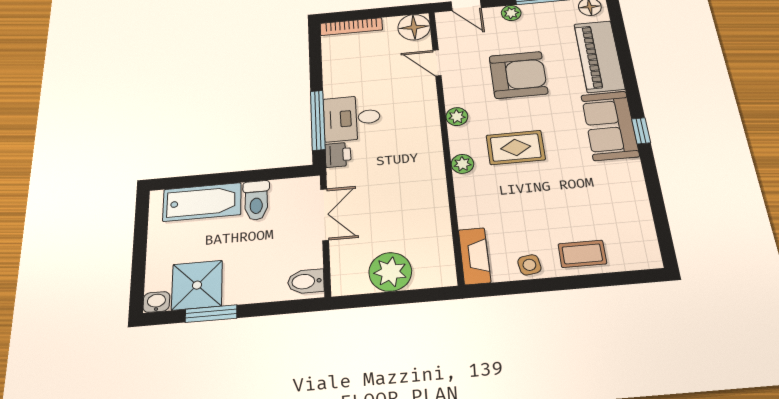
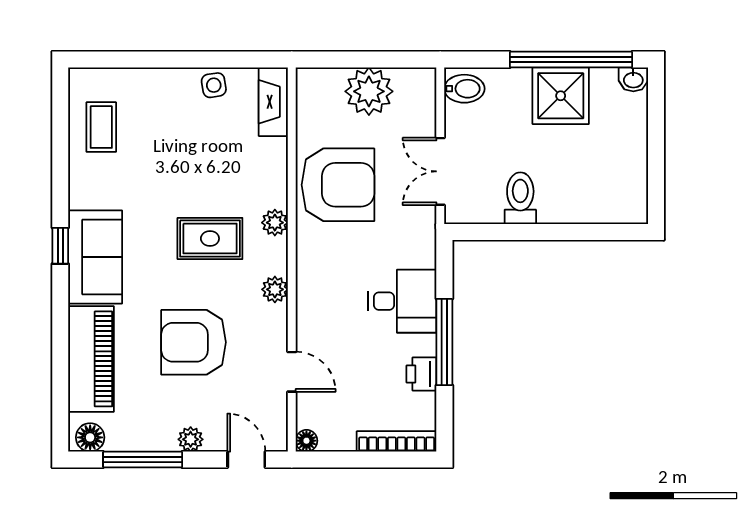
floor lamp: (414, 27) -> (306, 441), width x0.53, depth x0.53
window: (318, 120) -> (444, 342), moved
printer: (338, 155) -> (421, 374), moved
armchair: (412, 197) -> (338, 185), added
bathtub: (202, 202) -> (585, 202), removed
coffee table: (582, 254) -> (101, 127), moved, turned 90
shower: (197, 285) -> (561, 96), moved
window: (211, 314) -> (571, 60), width x2.11

